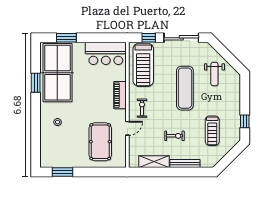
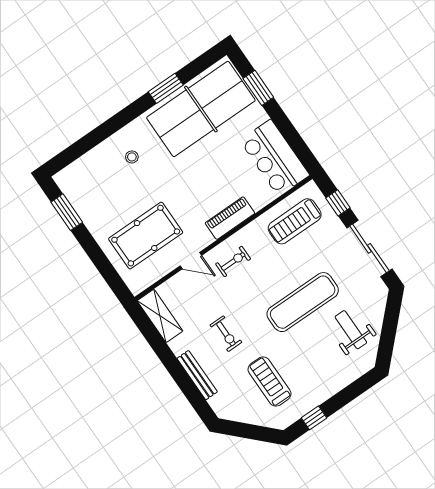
treadmill: (143, 65) -> (295, 221), width x0.73, depth x0.73
weight bench: (214, 74) -> (351, 330), turned 90
treadmill: (212, 131) -> (269, 382), turned 90
shelving: (154, 162) -> (160, 316), moved

